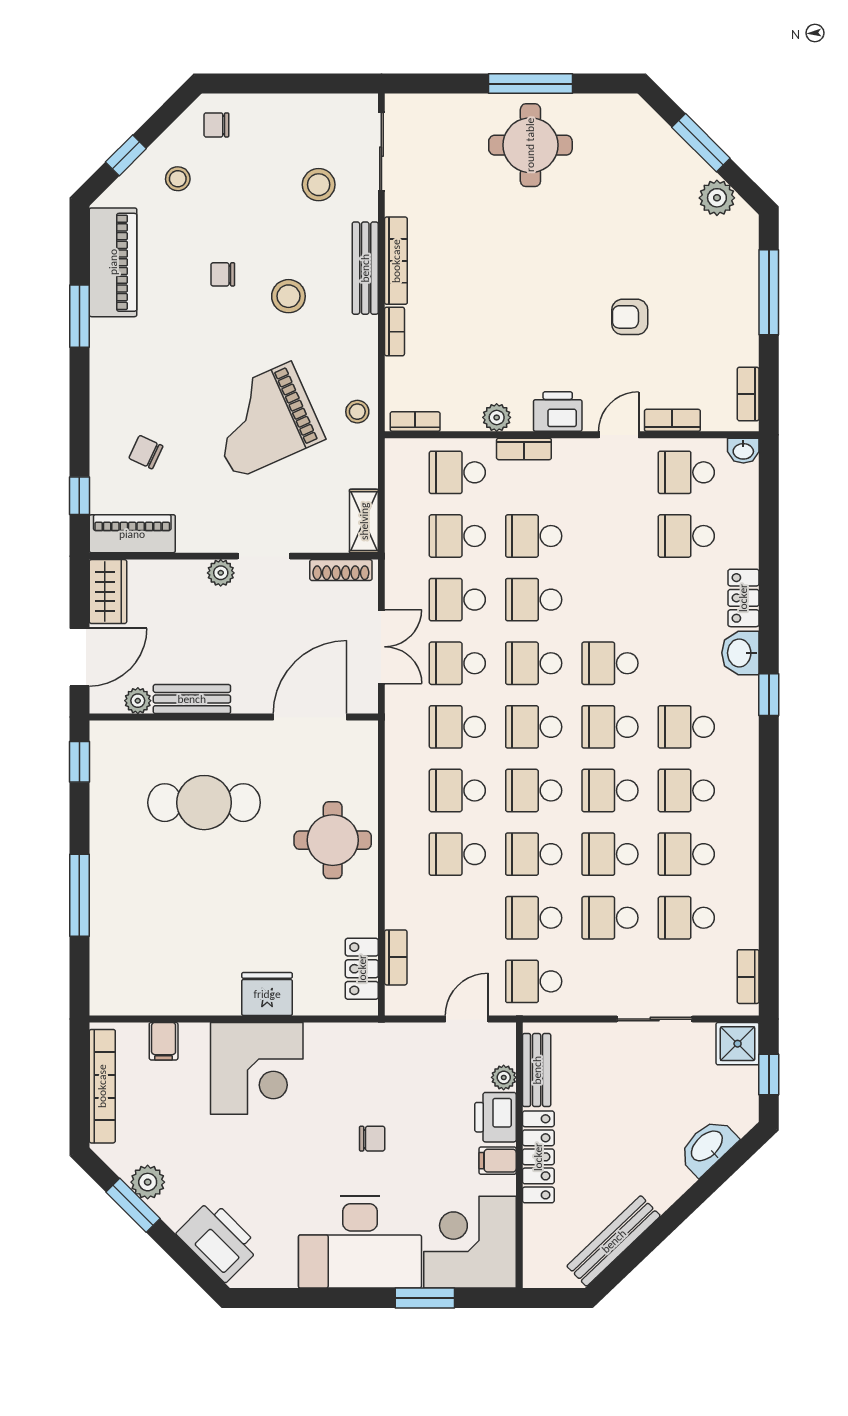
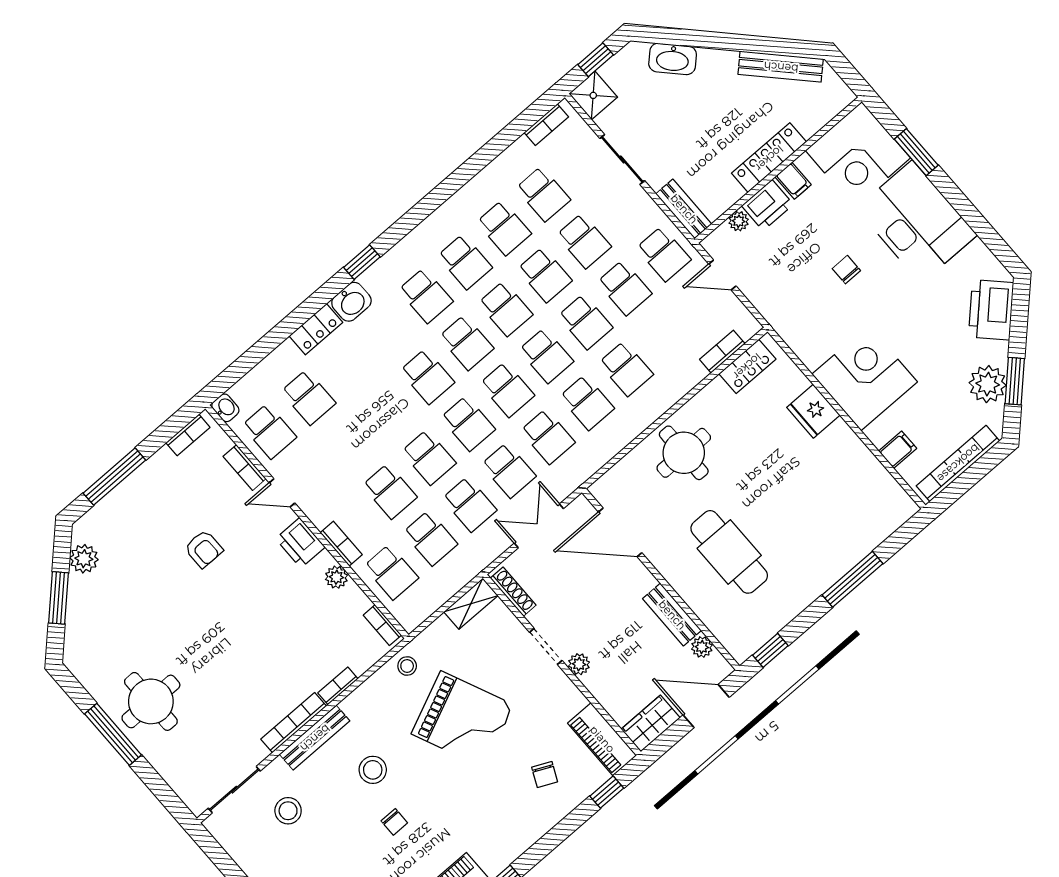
bench: (537, 1070) -> (684, 209), moved, turned 90
plant: (148, 1182) -> (988, 384), width x1.36, depth x1.36

